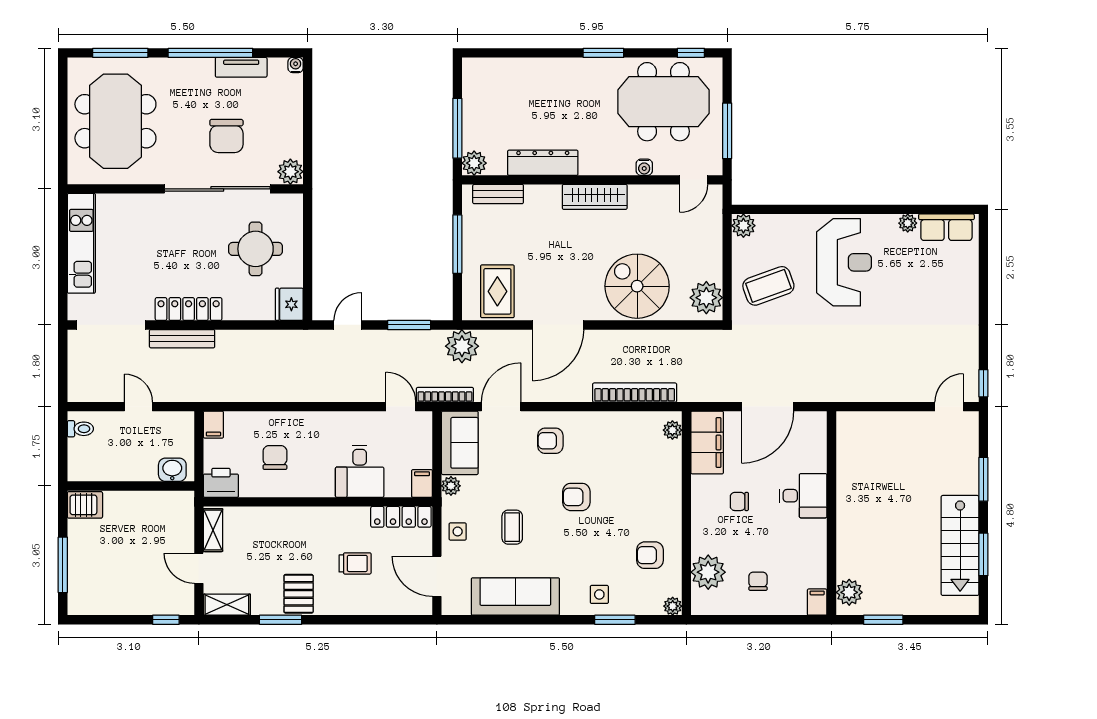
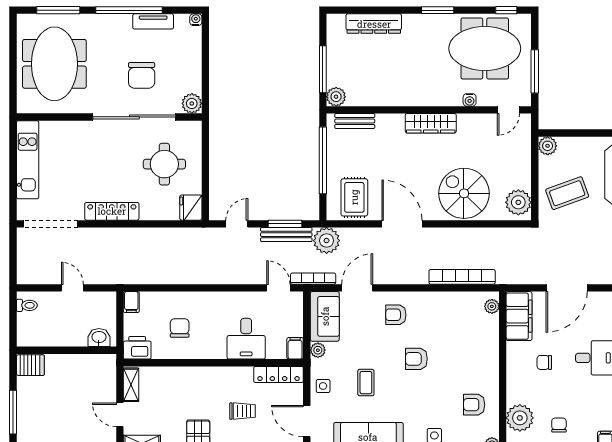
dresser: (543, 163) -> (374, 24), moved, turned 180
window: (457, 244) -> (323, 160), width x1.46
door: (558, 325) -> (402, 224), swing flipped
bench: (182, 339) -> (286, 235), moved

